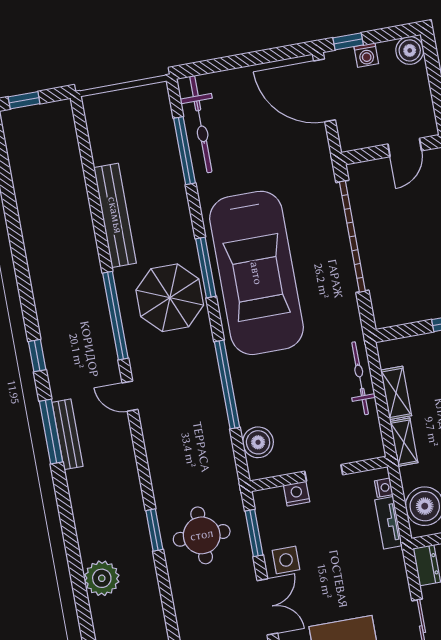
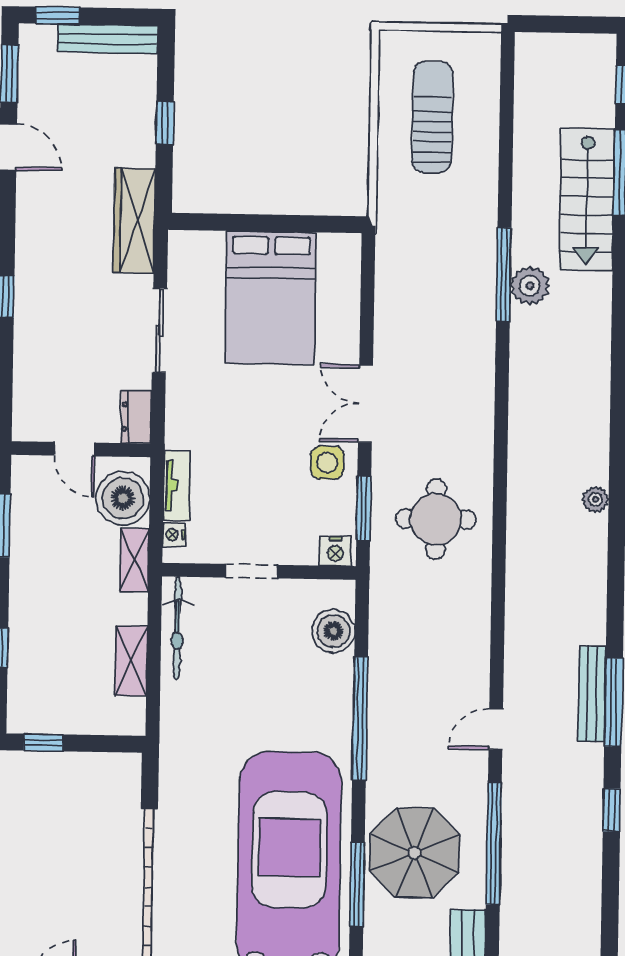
bicycle: (360, 378) -> (177, 628), moved
door: (130, 396) -> (496, 729), swing flipped
shelving: (404, 442) -> (134, 560), moved
nightstand: (297, 494) -> (335, 551), moved
window: (154, 530) -> (499, 539), removed
plant: (102, 578) -> (595, 499), width x0.53, depth x0.53

